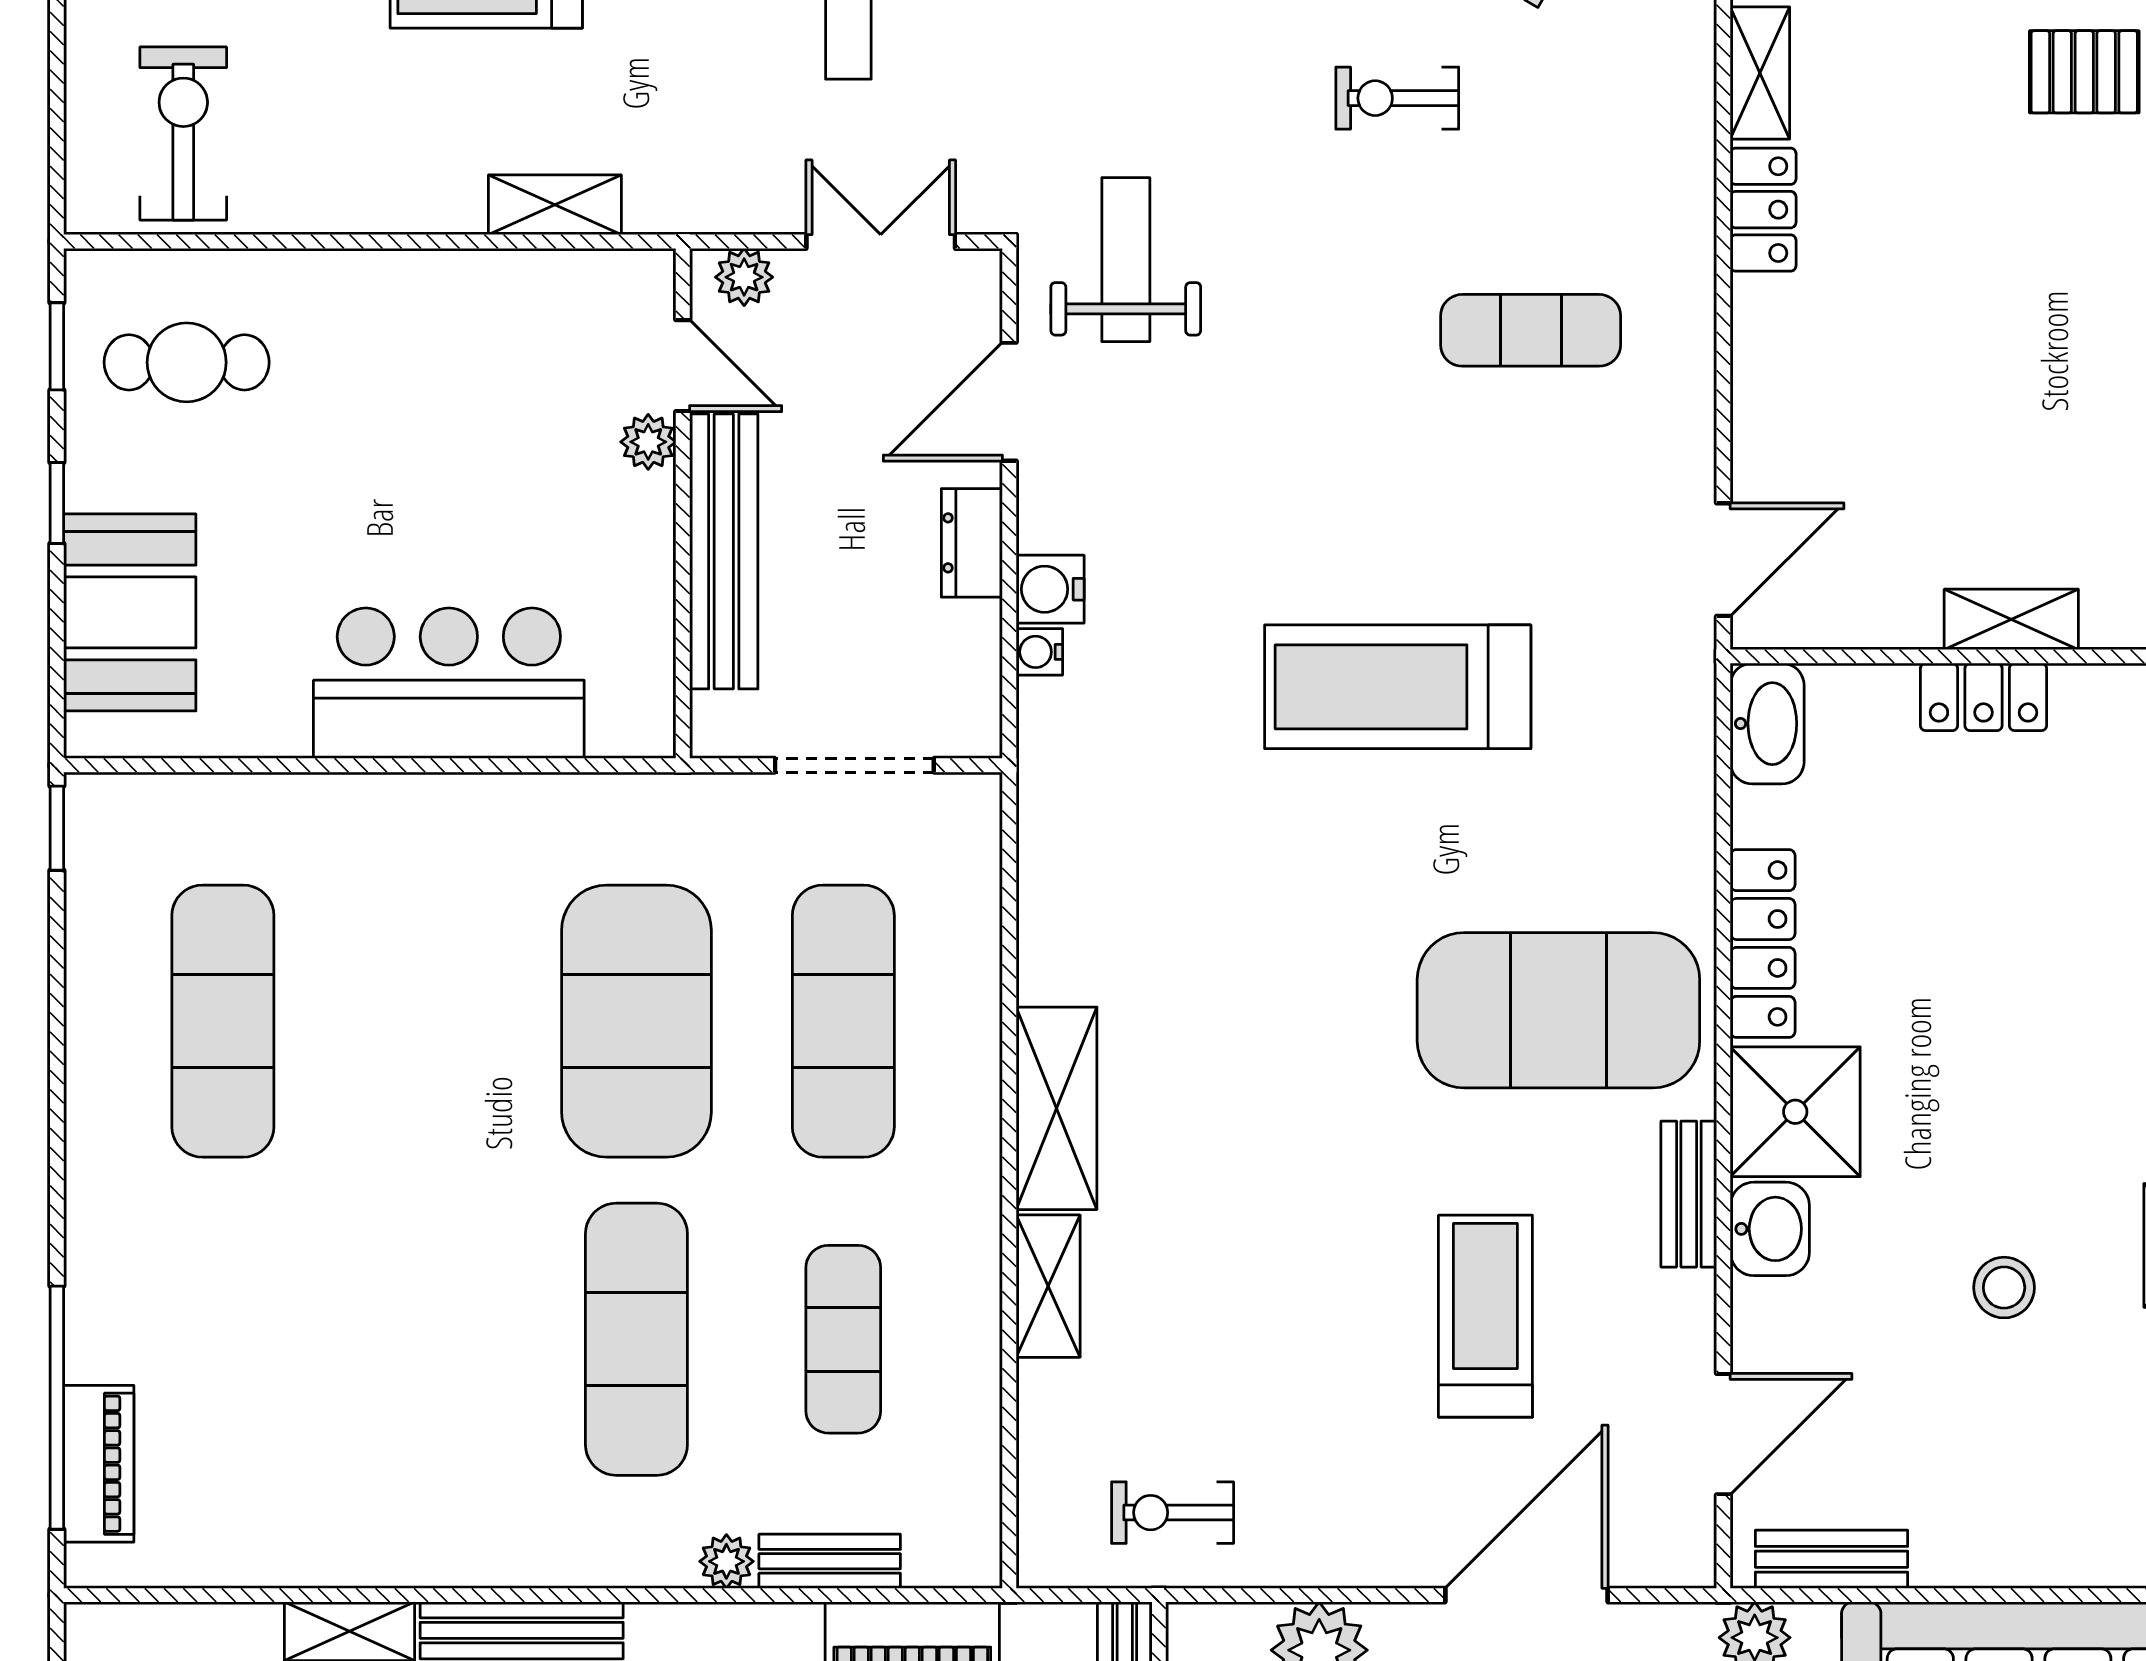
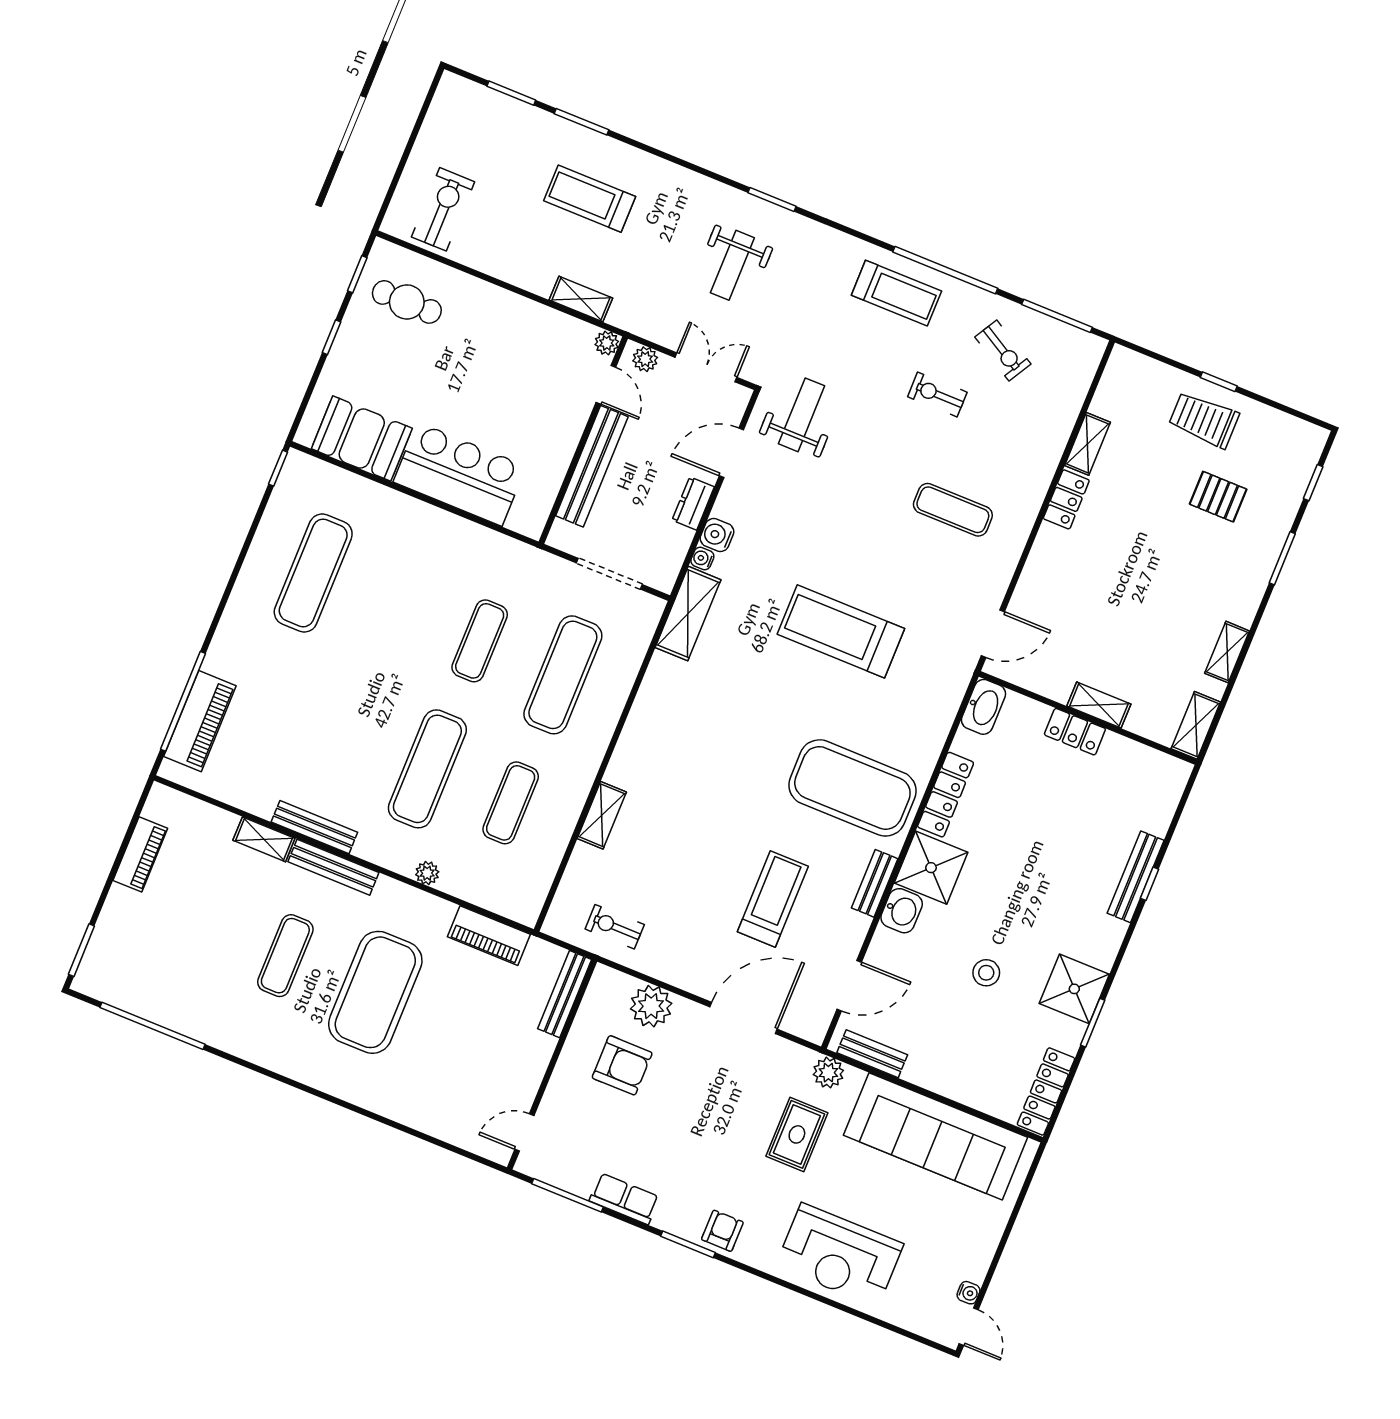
plant: (648, 442) -> (607, 343), moved
booth: (130, 612) -> (362, 438), moved, turned 90
exercise mat: (636, 1021) -> (480, 641), width x0.50, depth x0.69
shelving: (1057, 1108) -> (688, 614), moved
piano: (99, 1464) -> (200, 721), width x1.37, depth x1.33
bench: (830, 1561) -> (314, 827), moved, width x1.36

